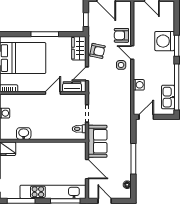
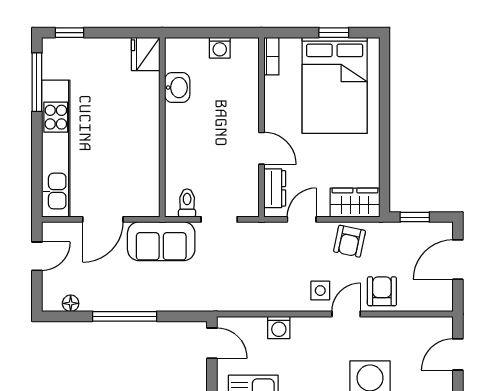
window: (45, 34) -> (384, 132), removed
door: (87, 74) -> (302, 219), hinge flipped
window: (65, 201) -> (37, 174), removed

